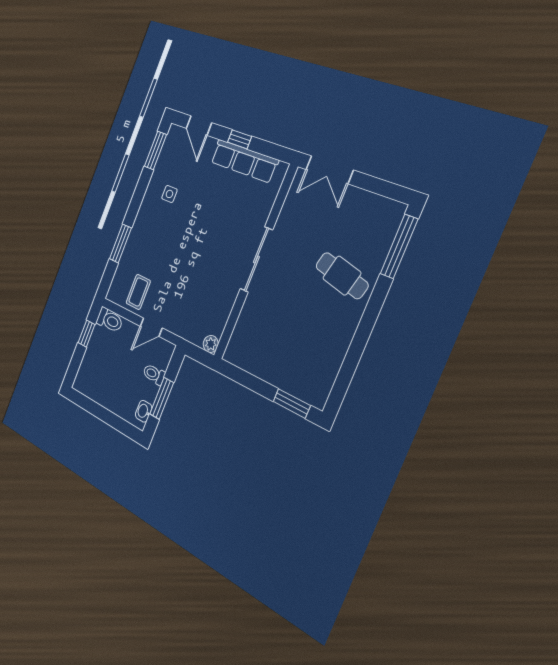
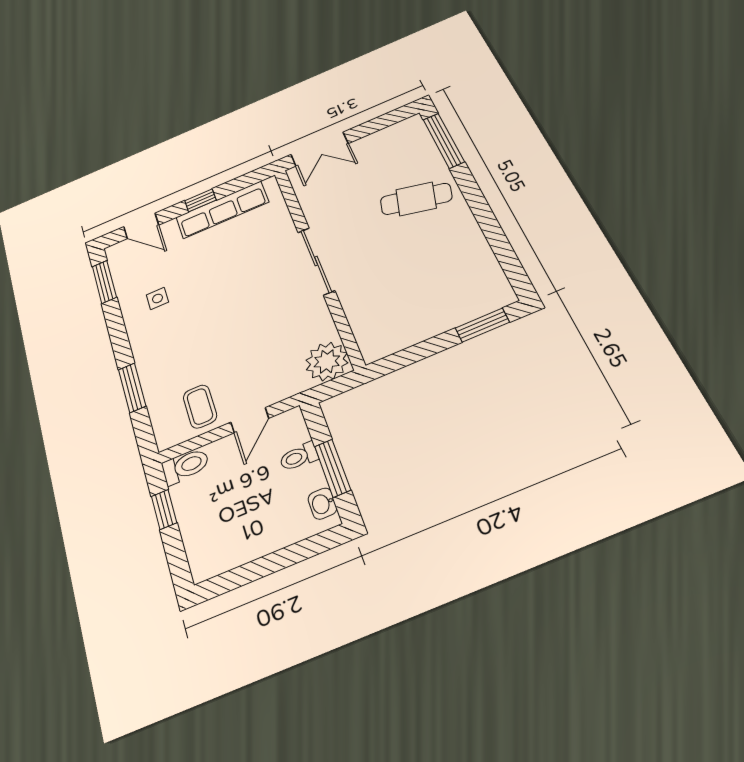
plant: (211, 344) -> (327, 361), width x1.87, depth x1.87

